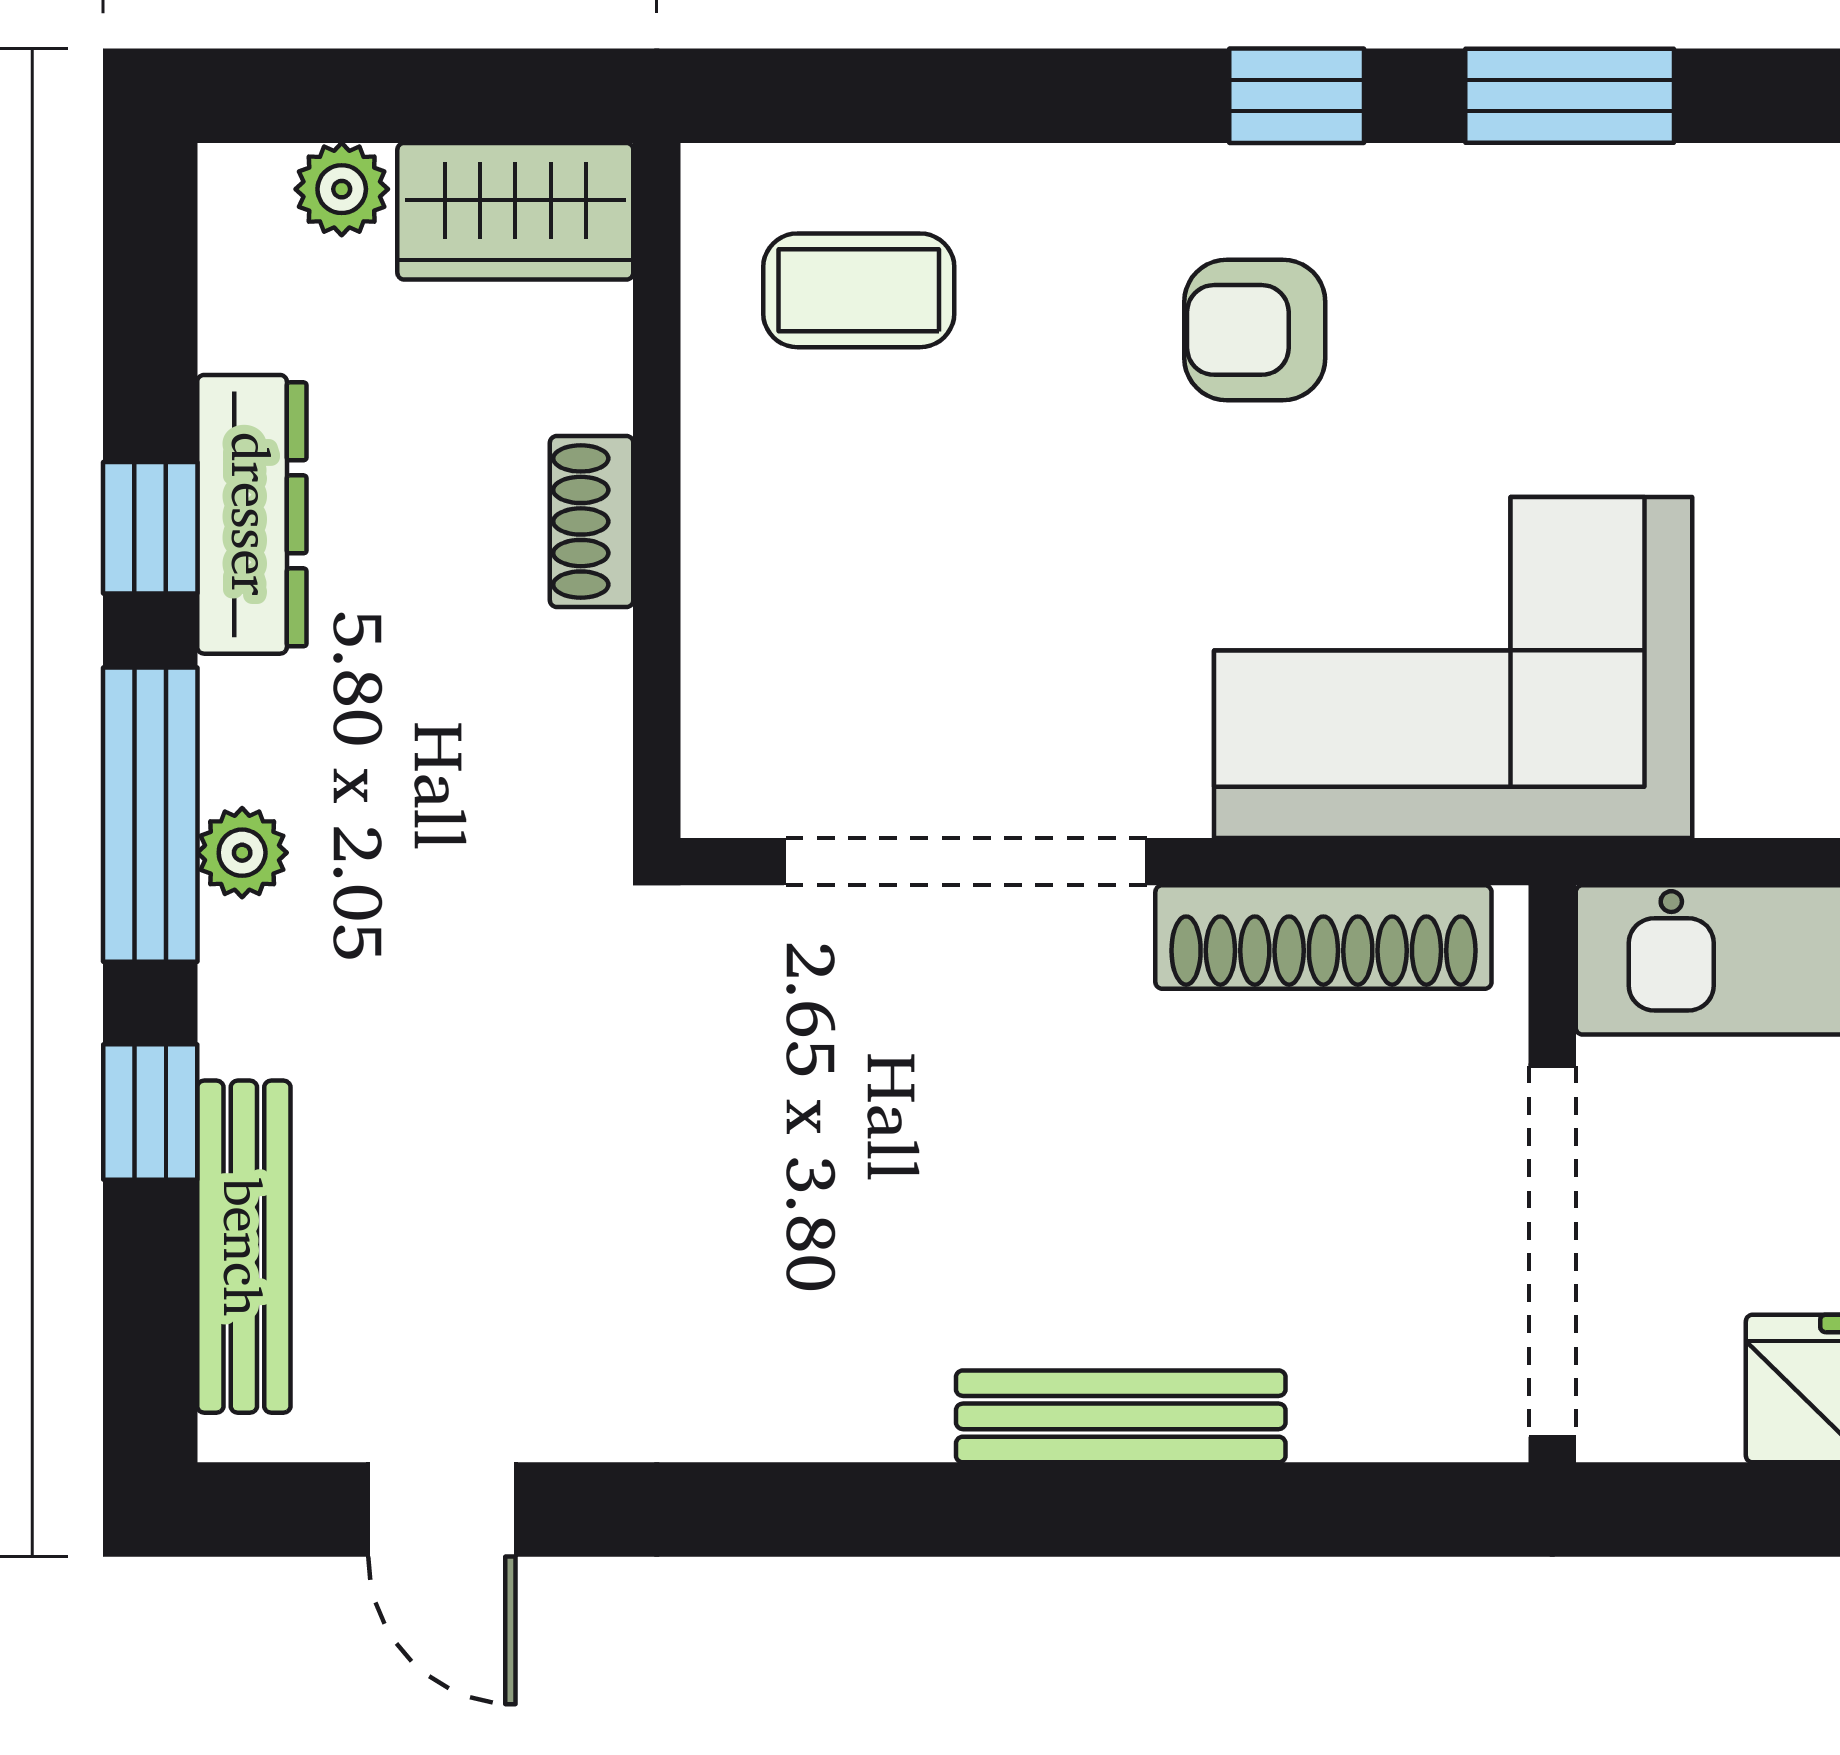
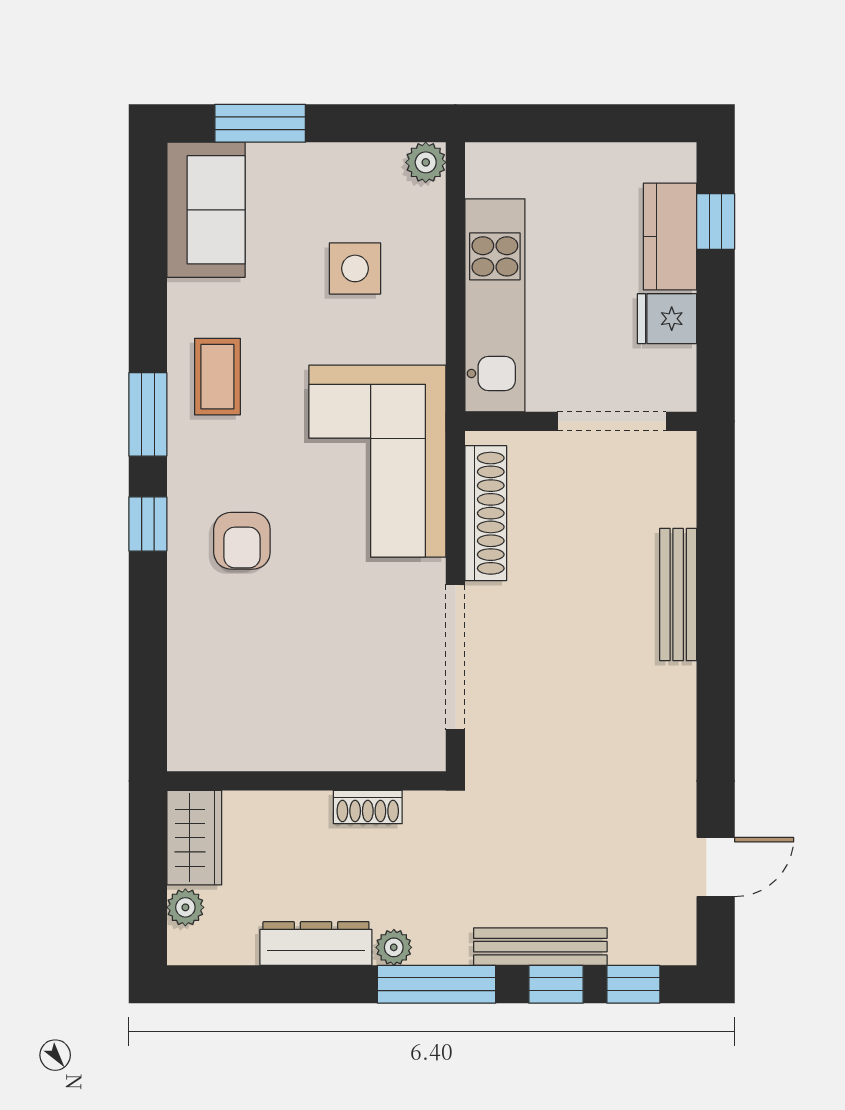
coffee table: (859, 290) -> (217, 377), moved
shoe rack: (592, 521) -> (368, 807), moved
window: (150, 528) -> (633, 984), moved
plant: (242, 853) -> (394, 947), moved
bench: (244, 1247) -> (540, 947), moved
doorway: (1552, 1251) -> (612, 421), width x0.73

